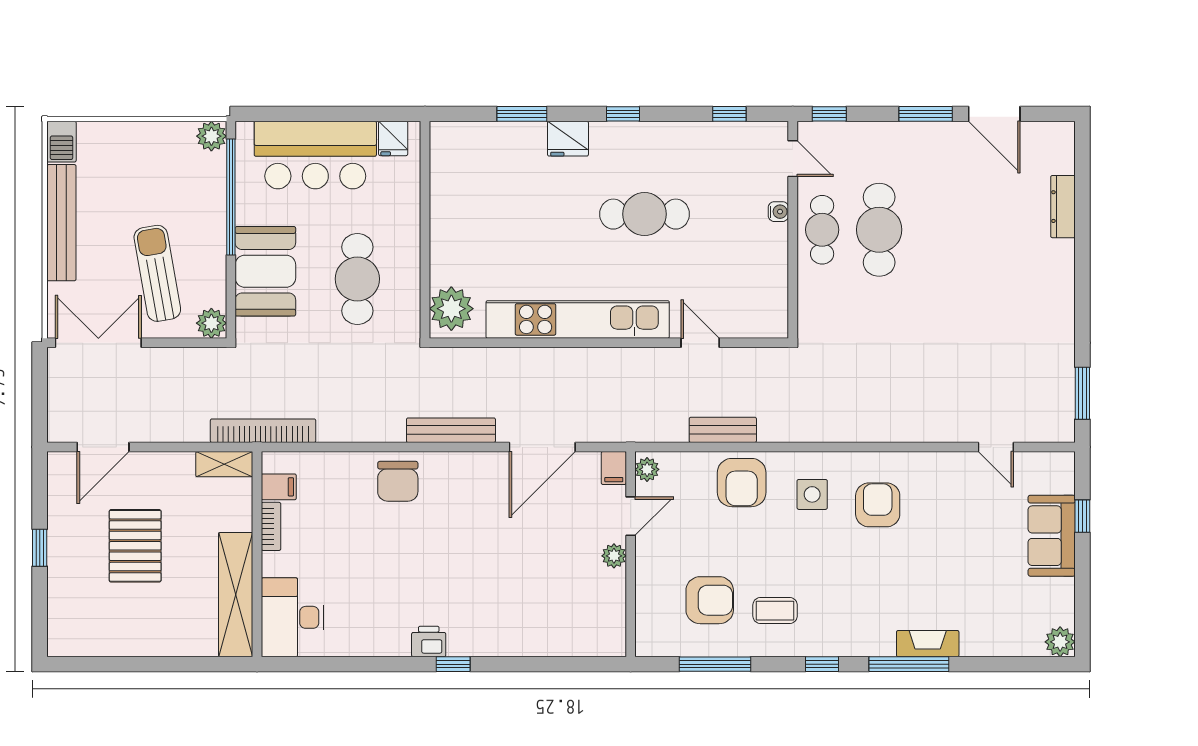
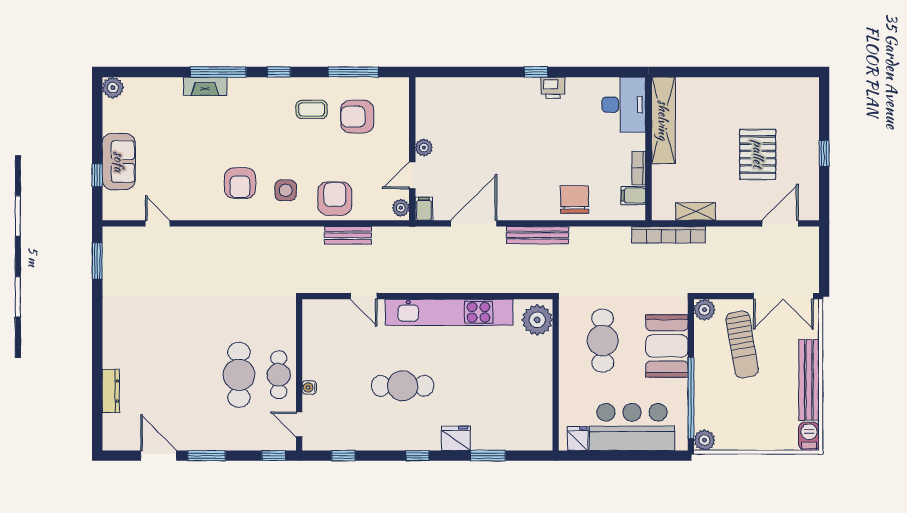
filing cabinet: (279, 487) -> (633, 196), moved
bookcase: (271, 526) -> (639, 168), moved
wall: (257, 554) -> (648, 149), moved
shelving: (236, 595) -> (663, 120), moved
desk: (292, 617) -> (624, 105), moved

